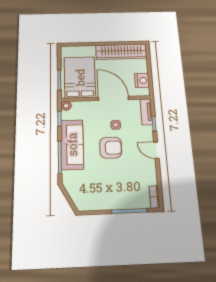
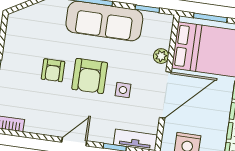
plant: (66, 106) -> (161, 56), moved
armchair: (112, 173) -> (53, 70), added

